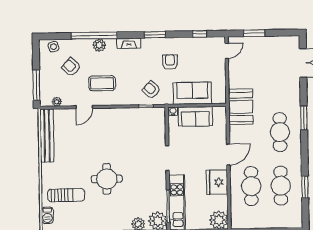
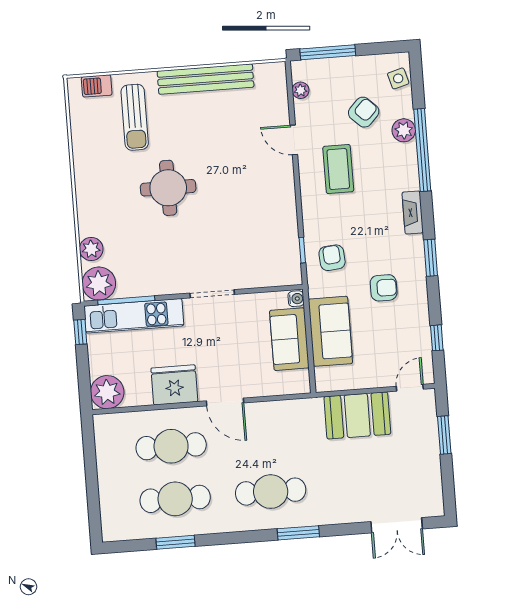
plant: (99, 45) -> (404, 130), moved
door: (227, 51) -> (410, 388), swing flipped
armchair: (151, 90) -> (332, 258), turned -49
booth: (241, 107) -> (357, 415), moved
bench: (47, 136) -> (206, 79), moved

